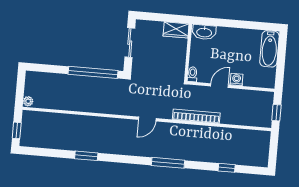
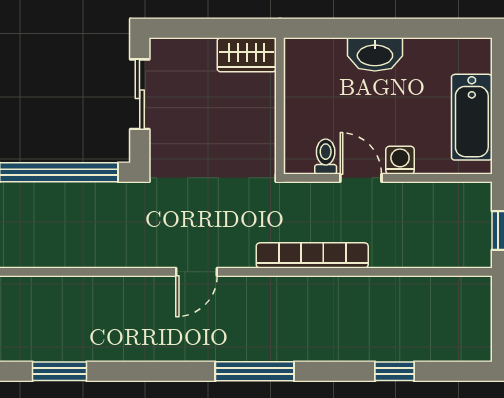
washbasin: (204, 32) -> (375, 54), moved
bathtub: (269, 49) -> (472, 117), moved
toilet: (192, 74) -> (326, 157), moved
door: (219, 86) -> (361, 178), hinge flipped

